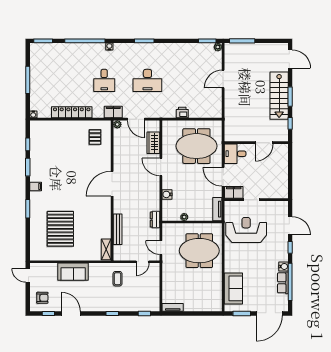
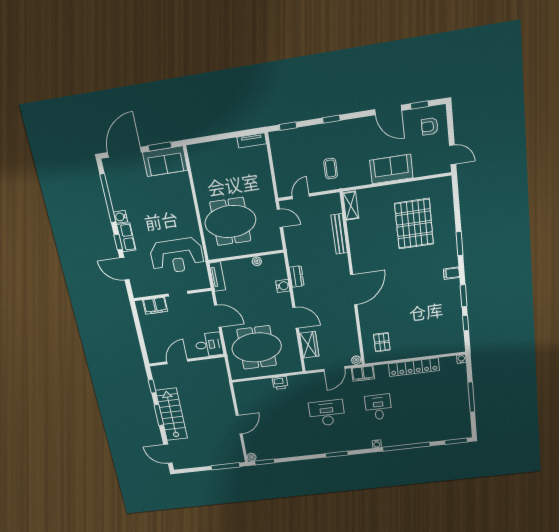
door: (136, 119) -> (334, 369), swing flipped
filing cabinet: (234, 192) -> (155, 306), moved
dresser: (155, 219) -> (297, 276), moved
row of seats: (283, 283) -> (126, 237), moved
sofa: (233, 288) -> (165, 161), moved, turned -90

